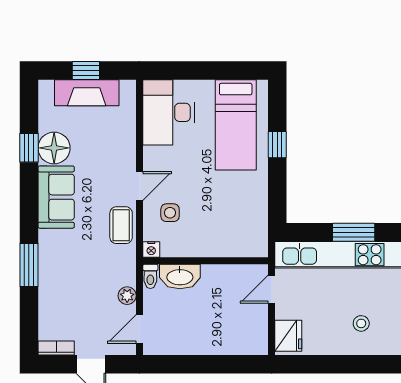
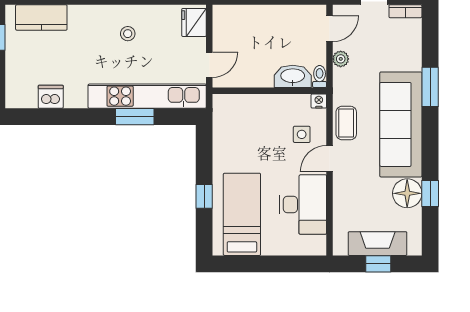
desk: (169, 112) -> (303, 205), moved
sofa: (56, 197) -> (401, 124), width x1.85, depth x1.27

